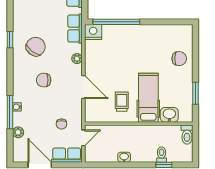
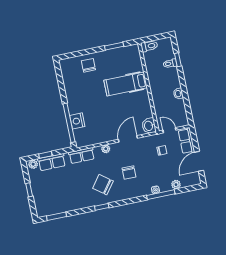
nightstand: (93, 32) -> (77, 121), moved
trolley: (122, 102) -> (133, 105), removed
washbasin: (169, 115) -> (149, 126), moved

